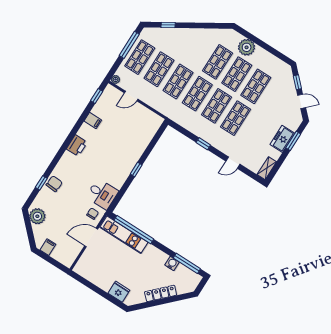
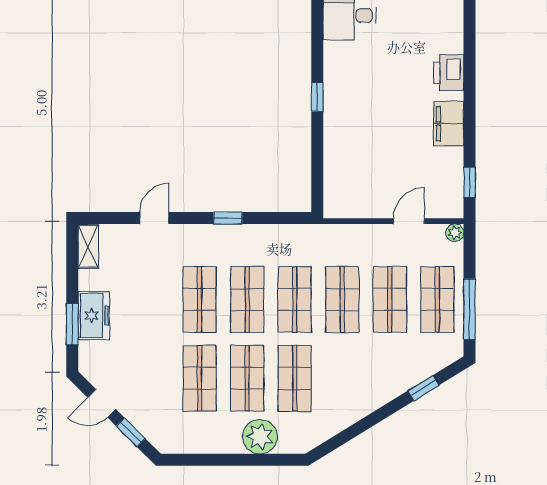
filing cabinet: (93, 121) -> (449, 124), width x2.00

